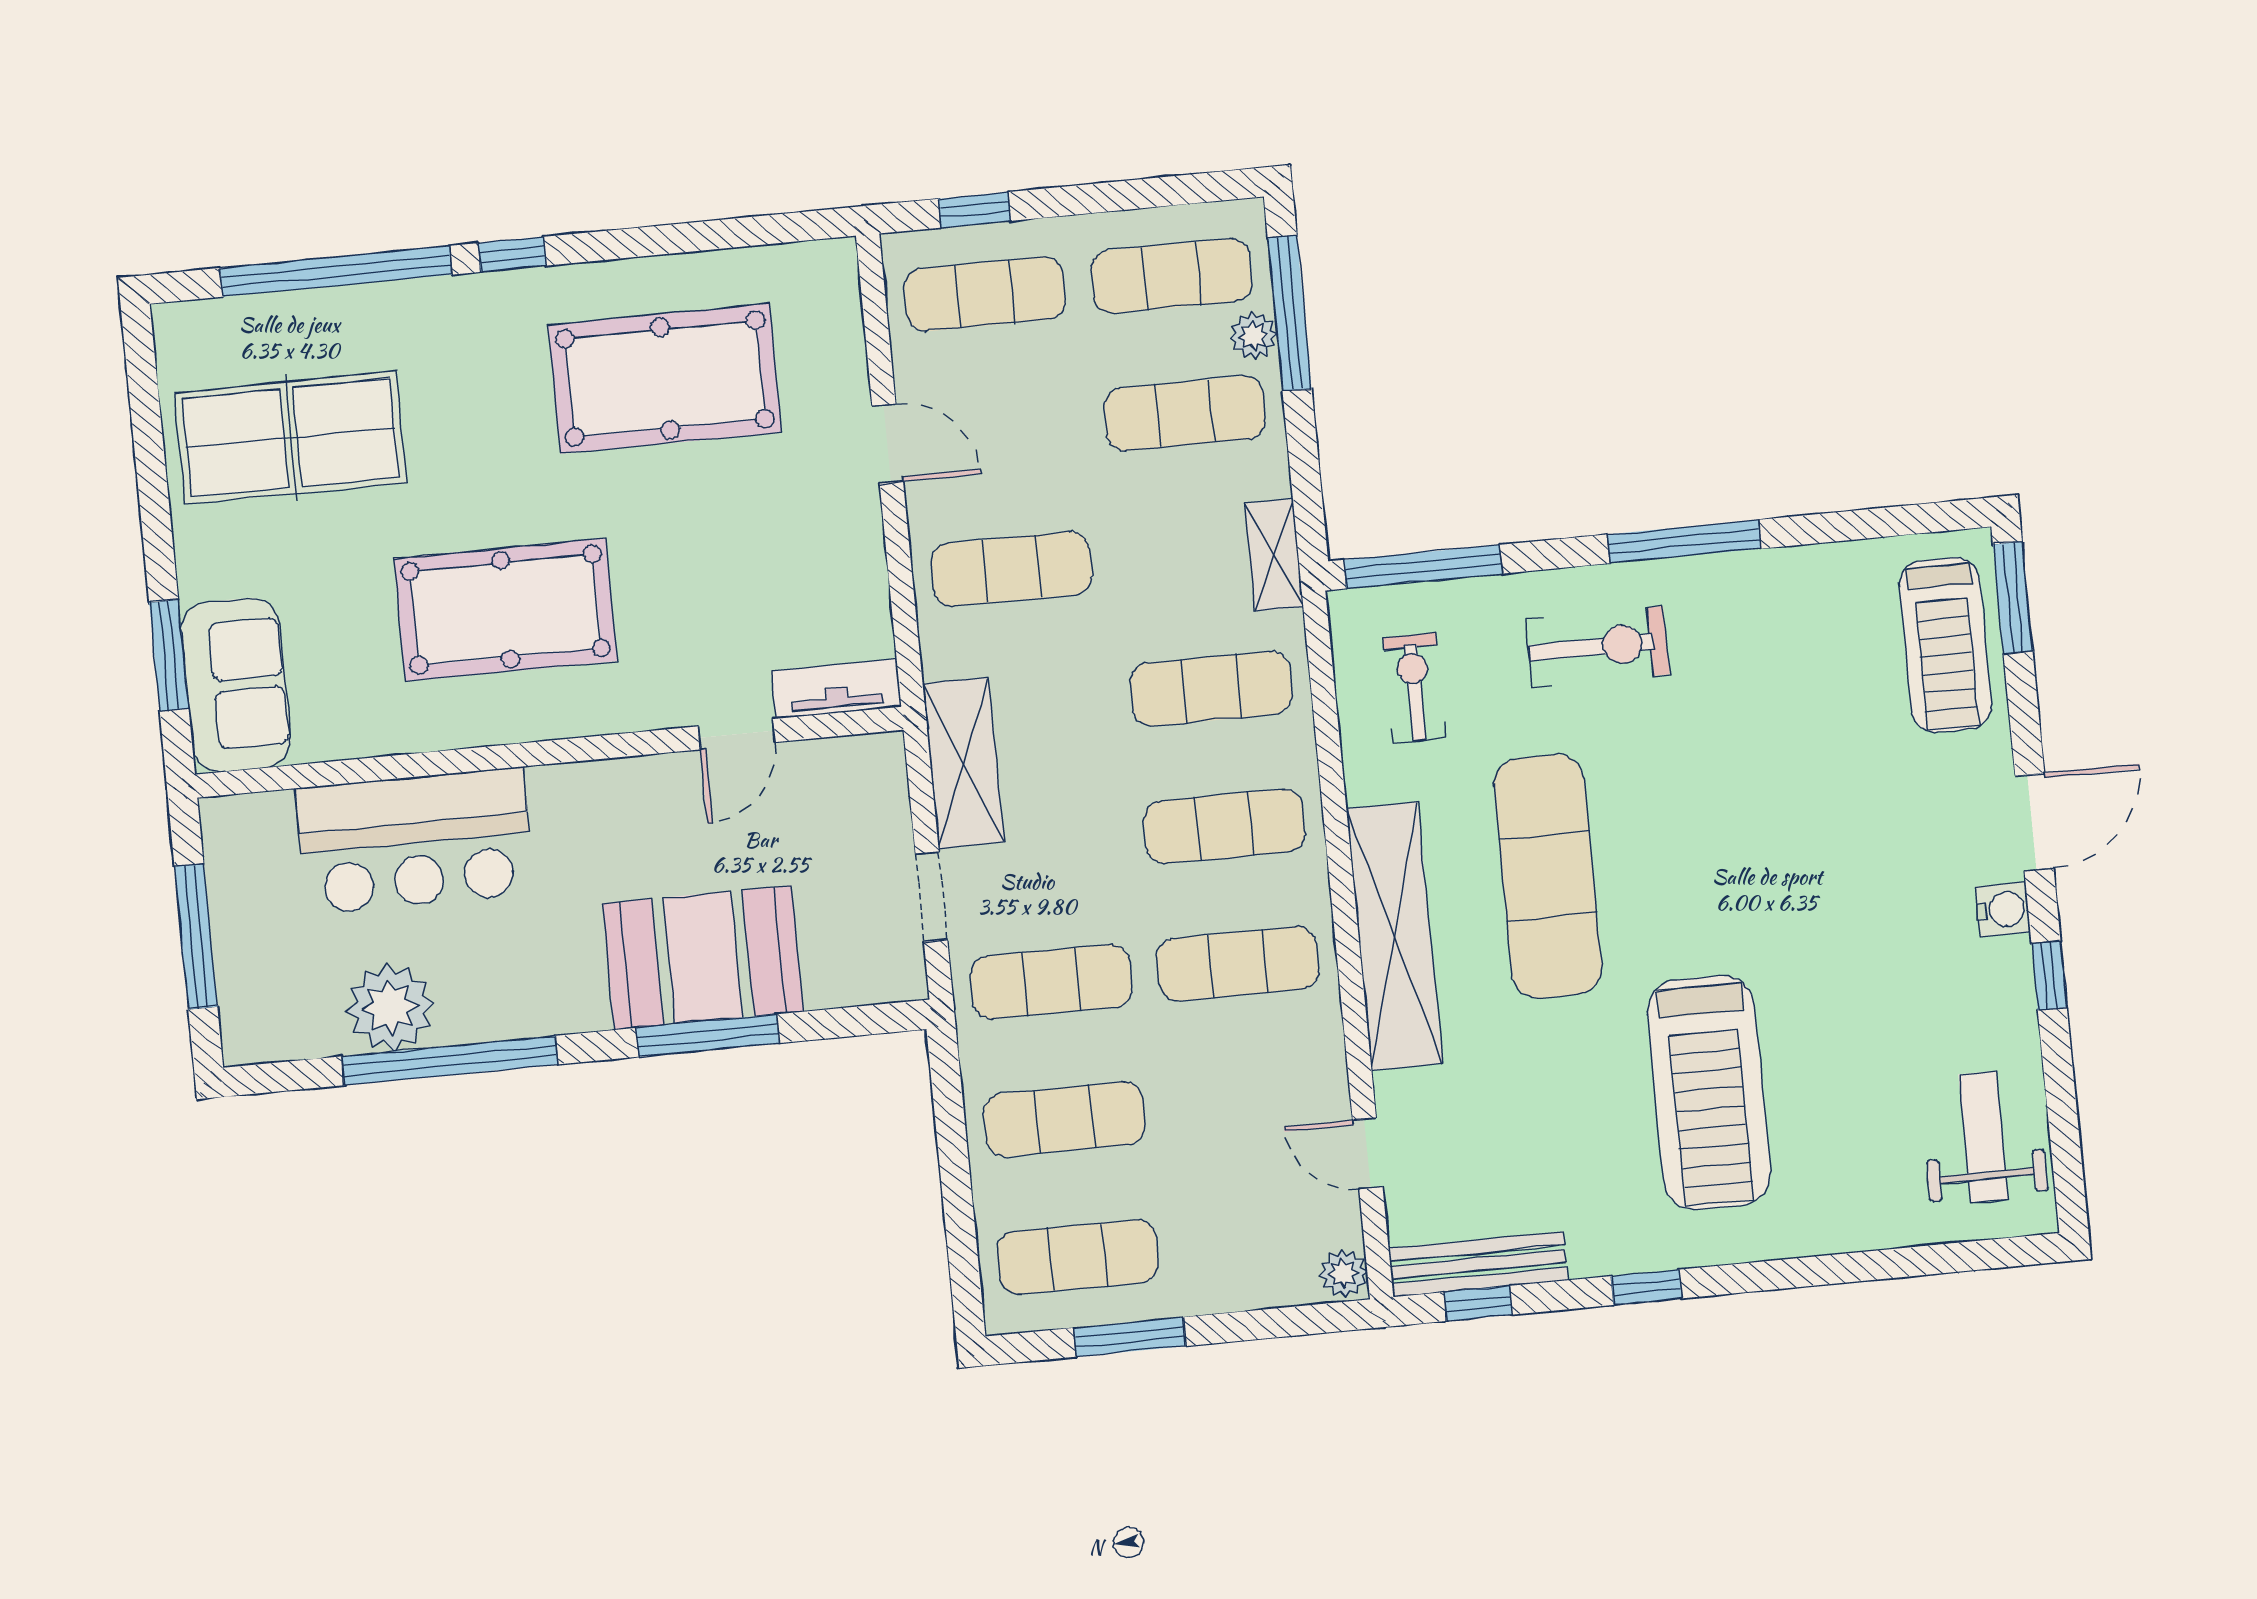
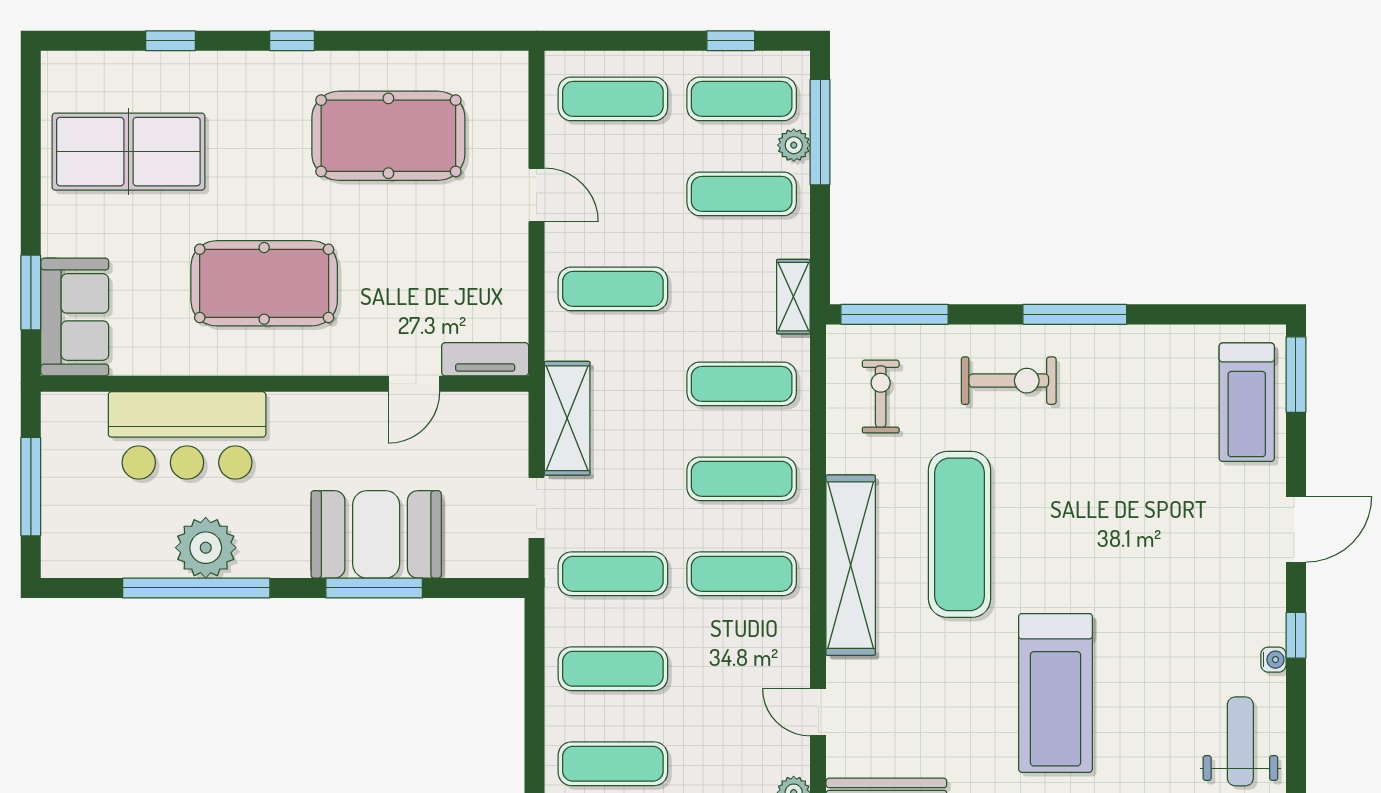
window: (974, 210) -> (731, 41), moved
window: (336, 271) -> (171, 41), width x0.32
water cooler: (2003, 909) -> (1273, 660), moved, width x0.72, depth x0.72
plant: (390, 1007) -> (206, 548), moved

